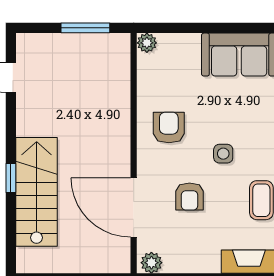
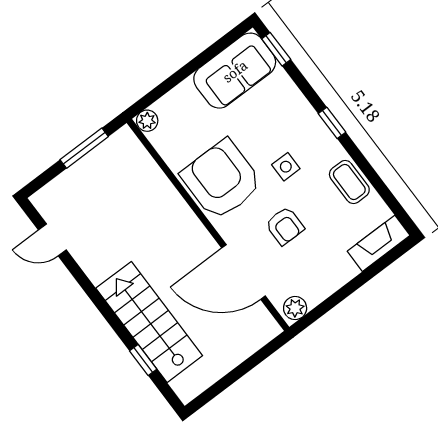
armchair: (169, 128) -> (222, 180), width x1.88, depth x1.88
window: (11, 178) -> (143, 360), moved

